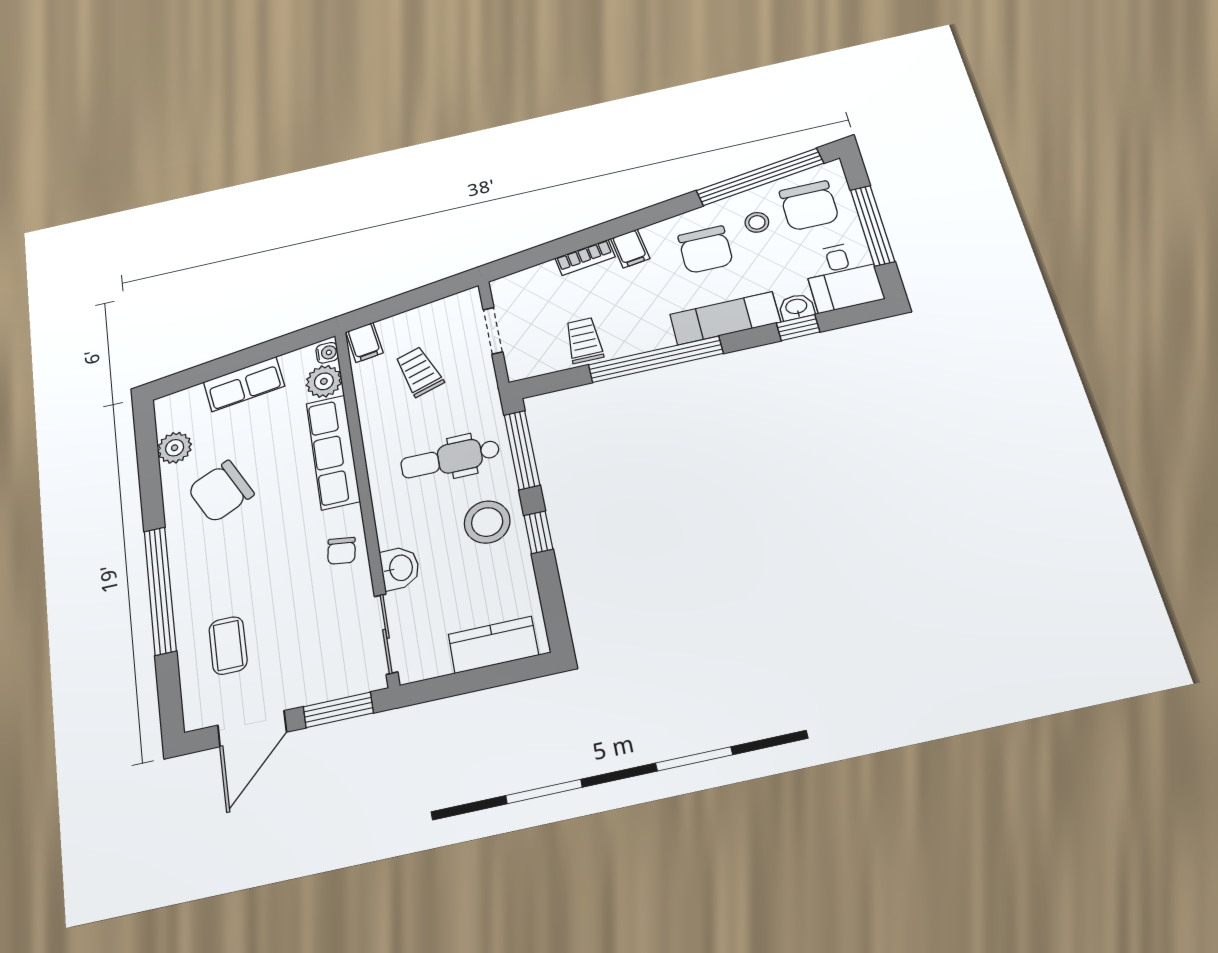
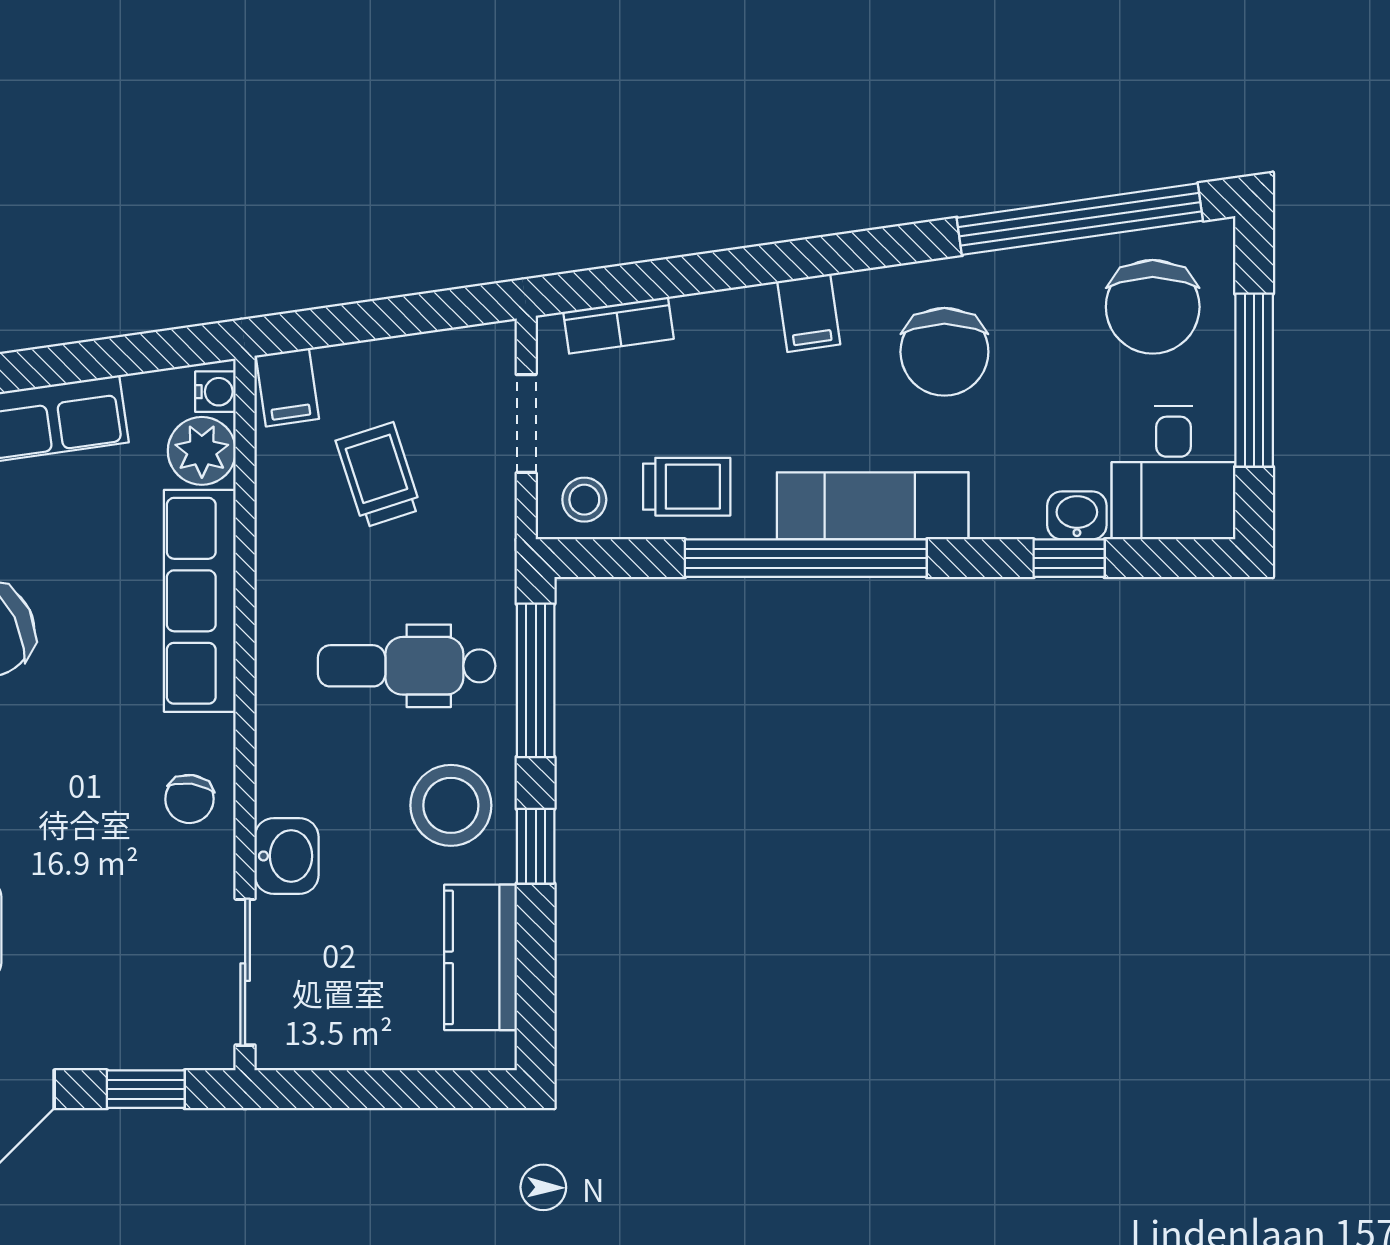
stool: (757, 222) -> (584, 500), moved
bookcase: (585, 257) -> (618, 325), moved
exam couch: (725, 318) -> (873, 506), moved
trolley: (584, 340) -> (687, 487), turned 90
kitchen counter: (493, 645) -> (481, 957), moved, turned -90
window: (338, 710) -> (146, 1089), width x0.67

